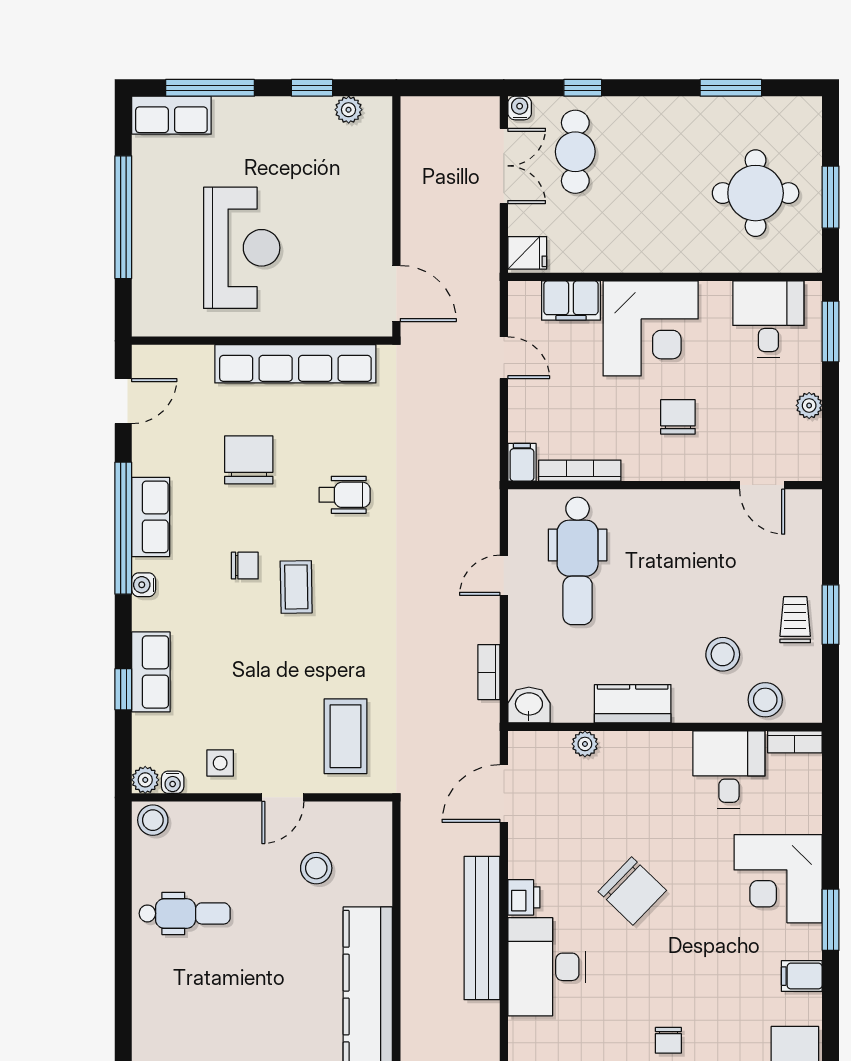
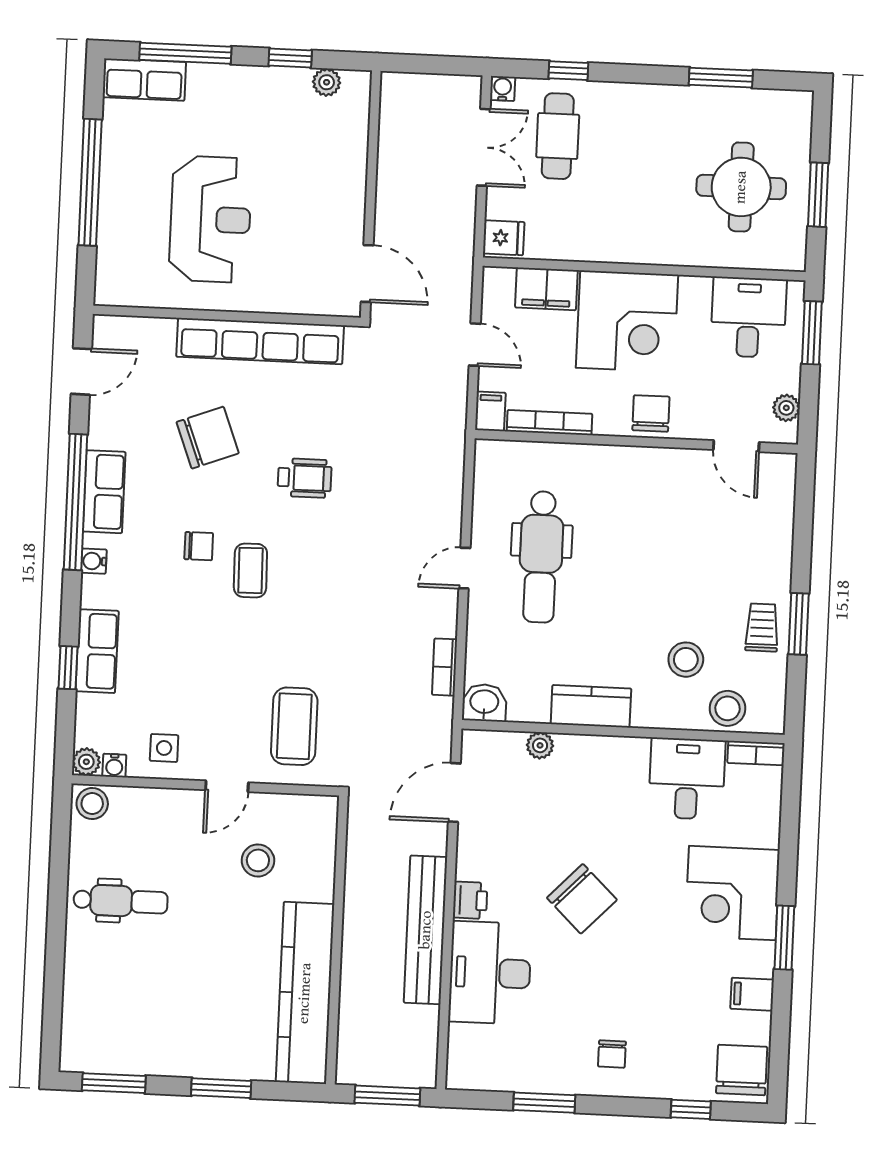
chair: (249, 460) -> (208, 438), turned 69
filing cabinet: (522, 462) -> (490, 411), moved
bookcase: (580, 471) -> (549, 423), moved
wall: (665, 485) -> (636, 442), moved
door: (762, 485) -> (736, 446), moved

